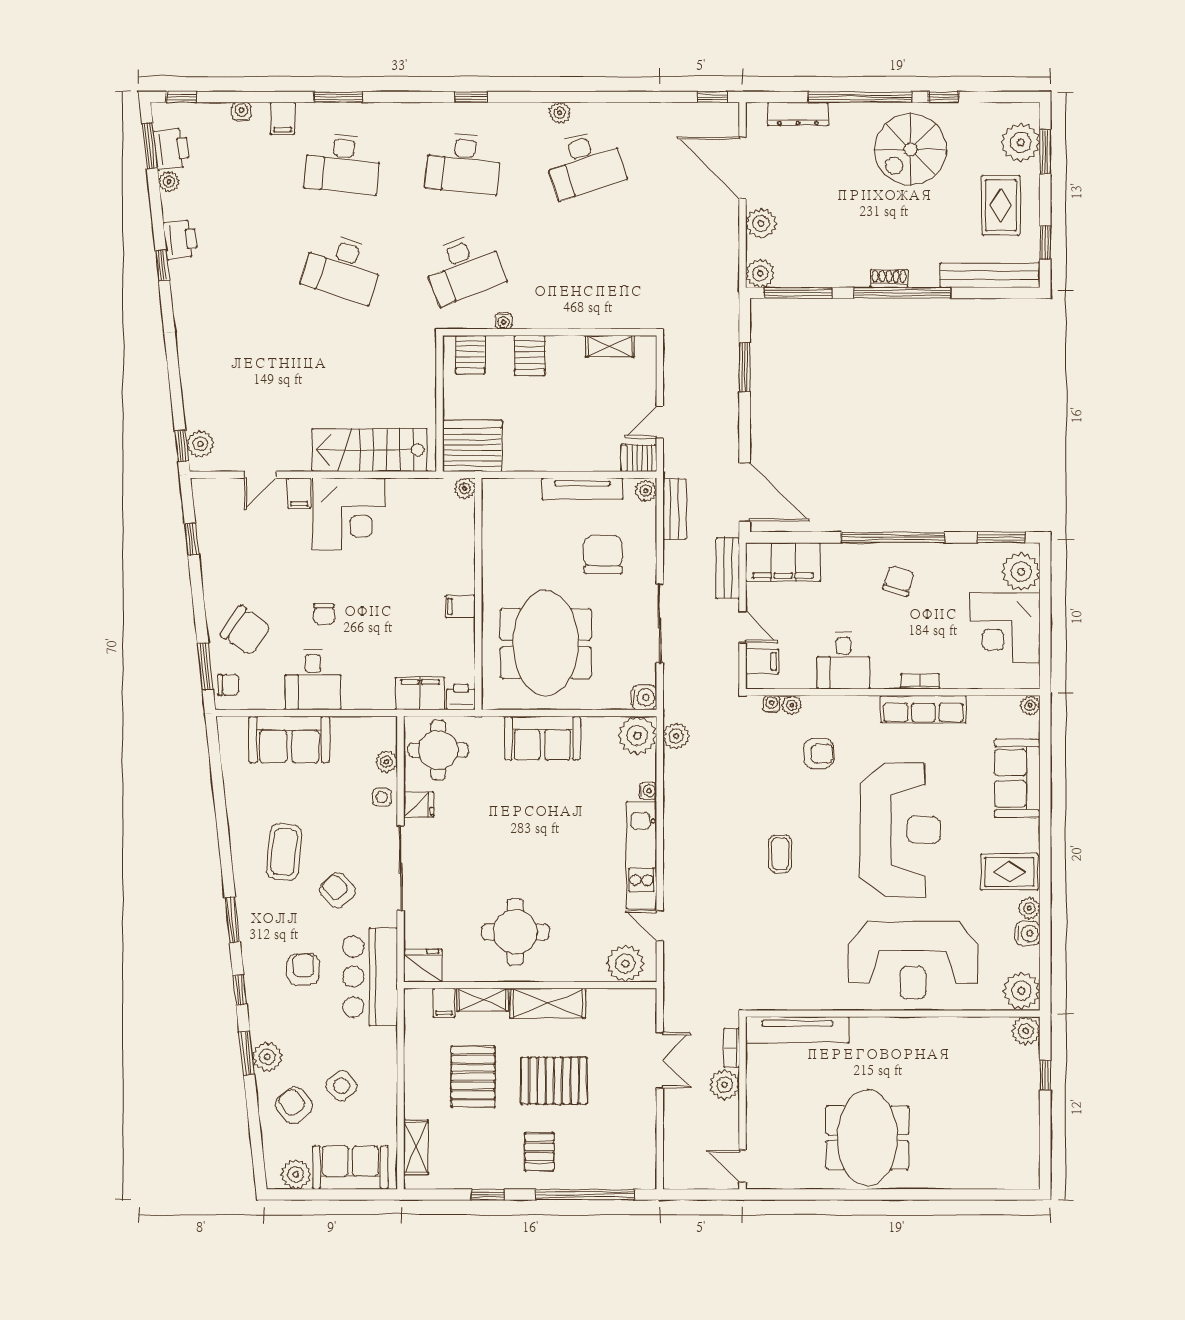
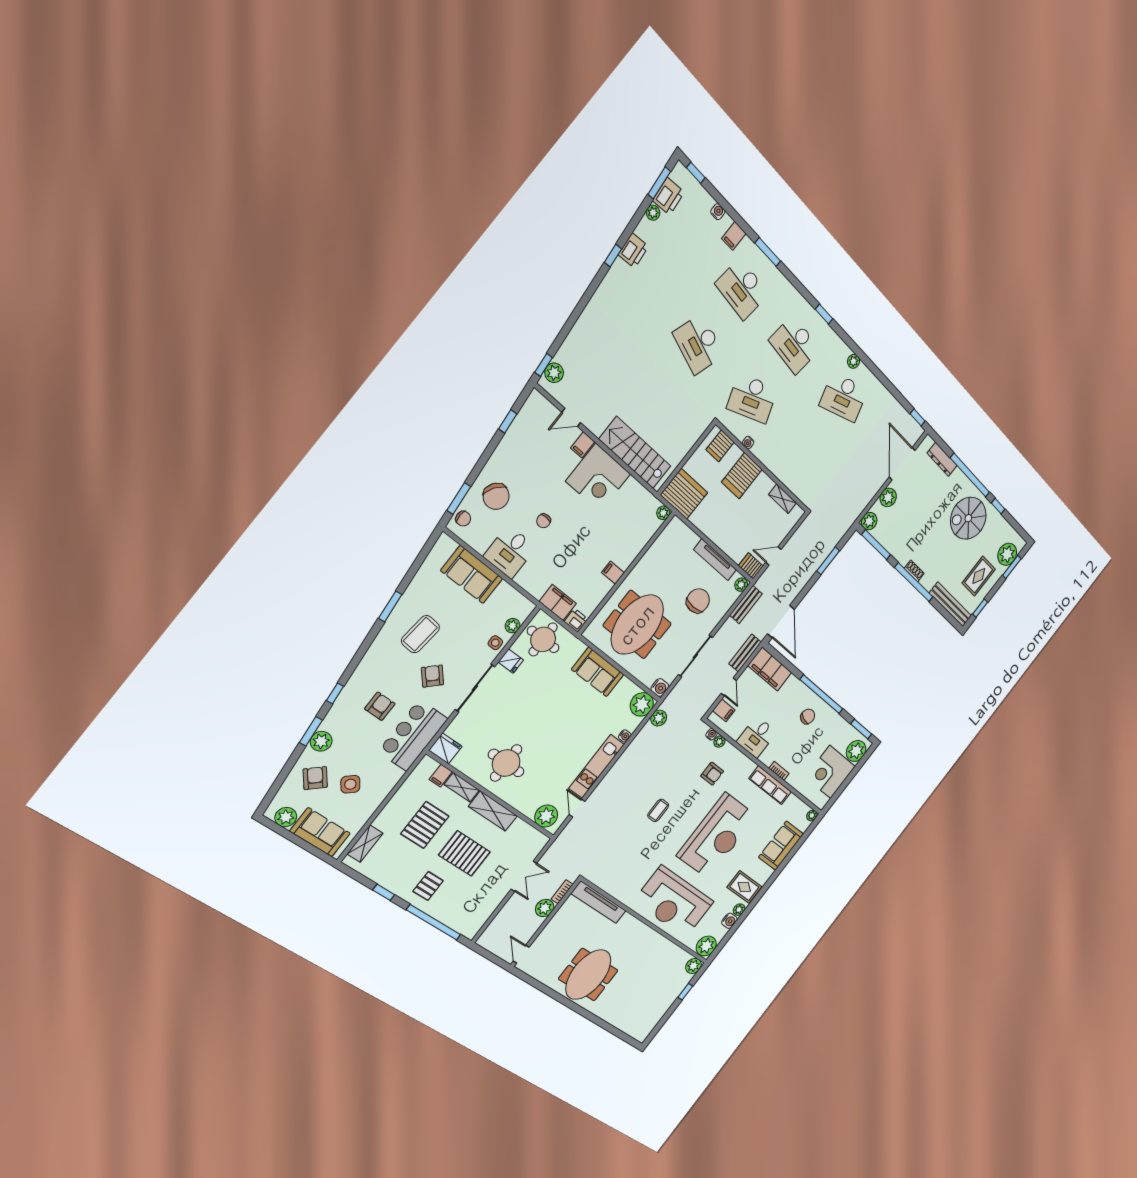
server rack: (530, 356) -> (742, 476), width x1.36, depth x1.44
window: (232, 920) -> (390, 606), moved

